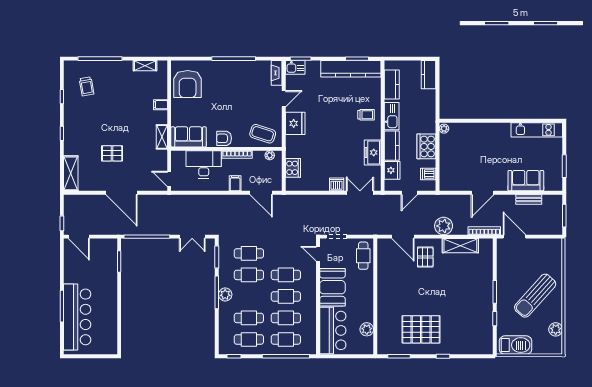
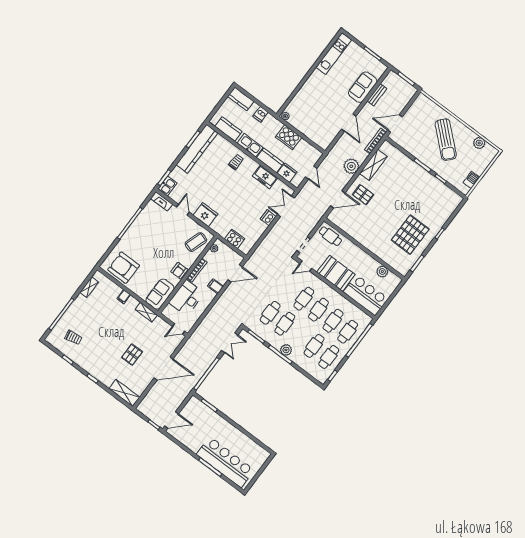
armchair: (188, 84) -> (124, 268), turned 180
dishwasher: (428, 174) -> (261, 114), moved
barbecue: (516, 345) -> (471, 180), width x0.53, depth x0.65

